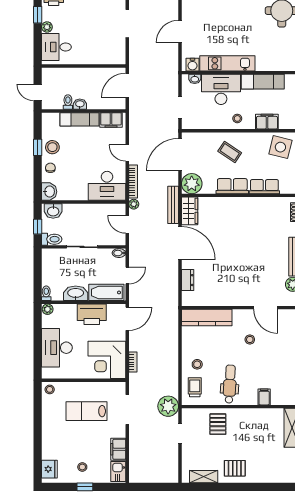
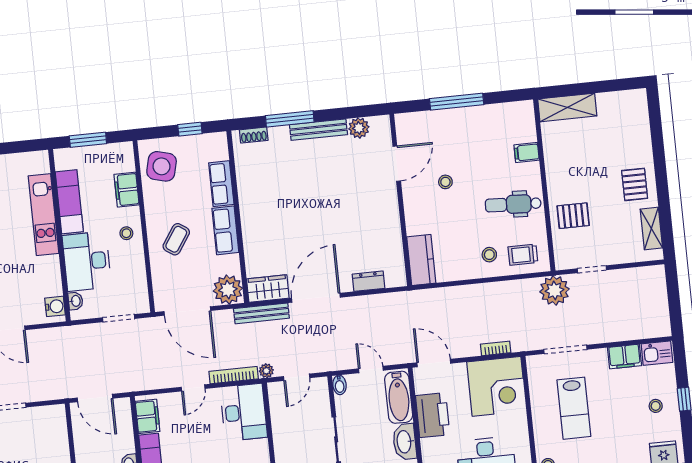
kitchen unit: (227, 63) -> (44, 215), moved
kitchen counter: (207, 318) -> (421, 260), width x0.67

